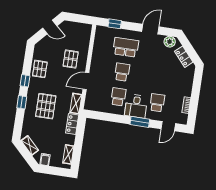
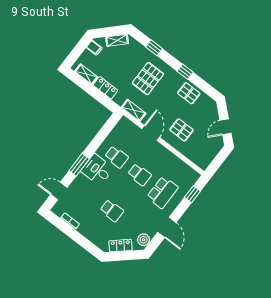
window: (22, 102) -> (154, 48), moved
school desk: (157, 103) -> (112, 211), moved
pallet: (46, 106) -> (148, 79), turned 90
locker: (72, 124) -> (105, 88), moved
door: (168, 126) -> (59, 191), hinge flipped

